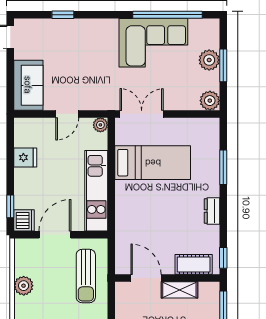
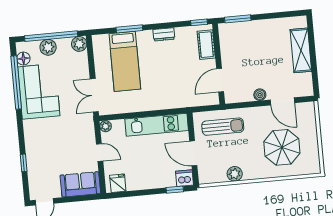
floor lamp: (198, 27) -> (23, 59), added
window: (223, 65) -> (51, 36), width x2.11
fridge: (25, 158) -> (118, 183), moved
bed: (153, 163) -> (125, 61), moved, turned 180
shelving: (179, 290) -> (227, 54), removed

